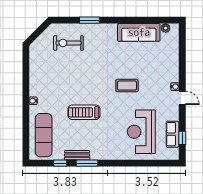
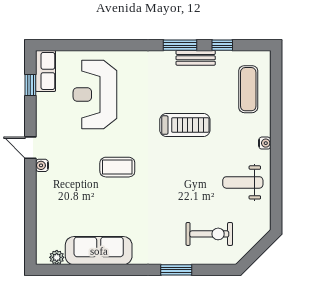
weight bench: (47, 76) -> (243, 182), added
reception desk: (141, 132) -> (95, 95), turned 180
row of seats: (173, 134) -> (46, 71), moved
exercise mat: (44, 135) -> (248, 89), width x0.73, depth x0.69

